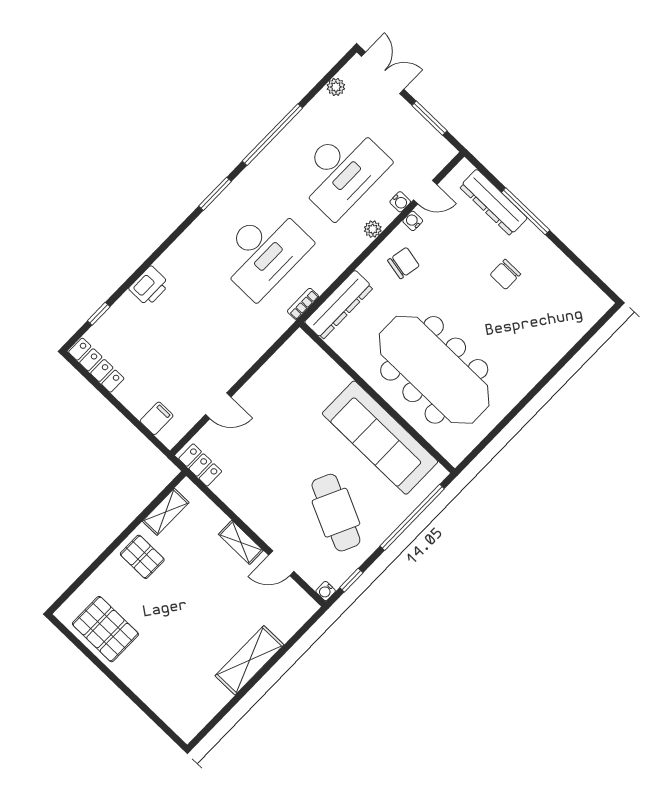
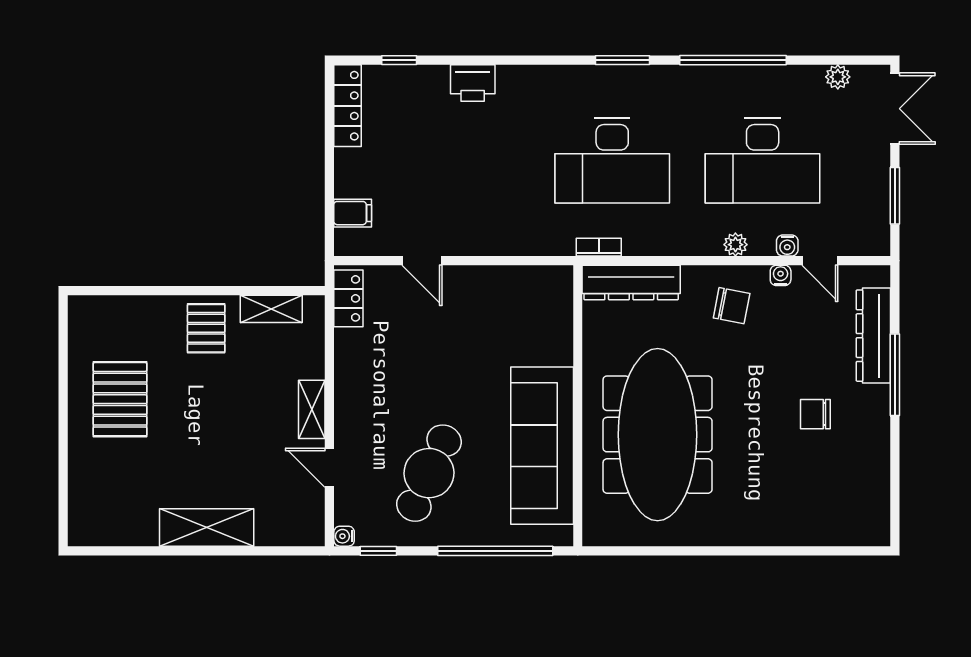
pallet: (105, 629) -> (120, 399), moved

